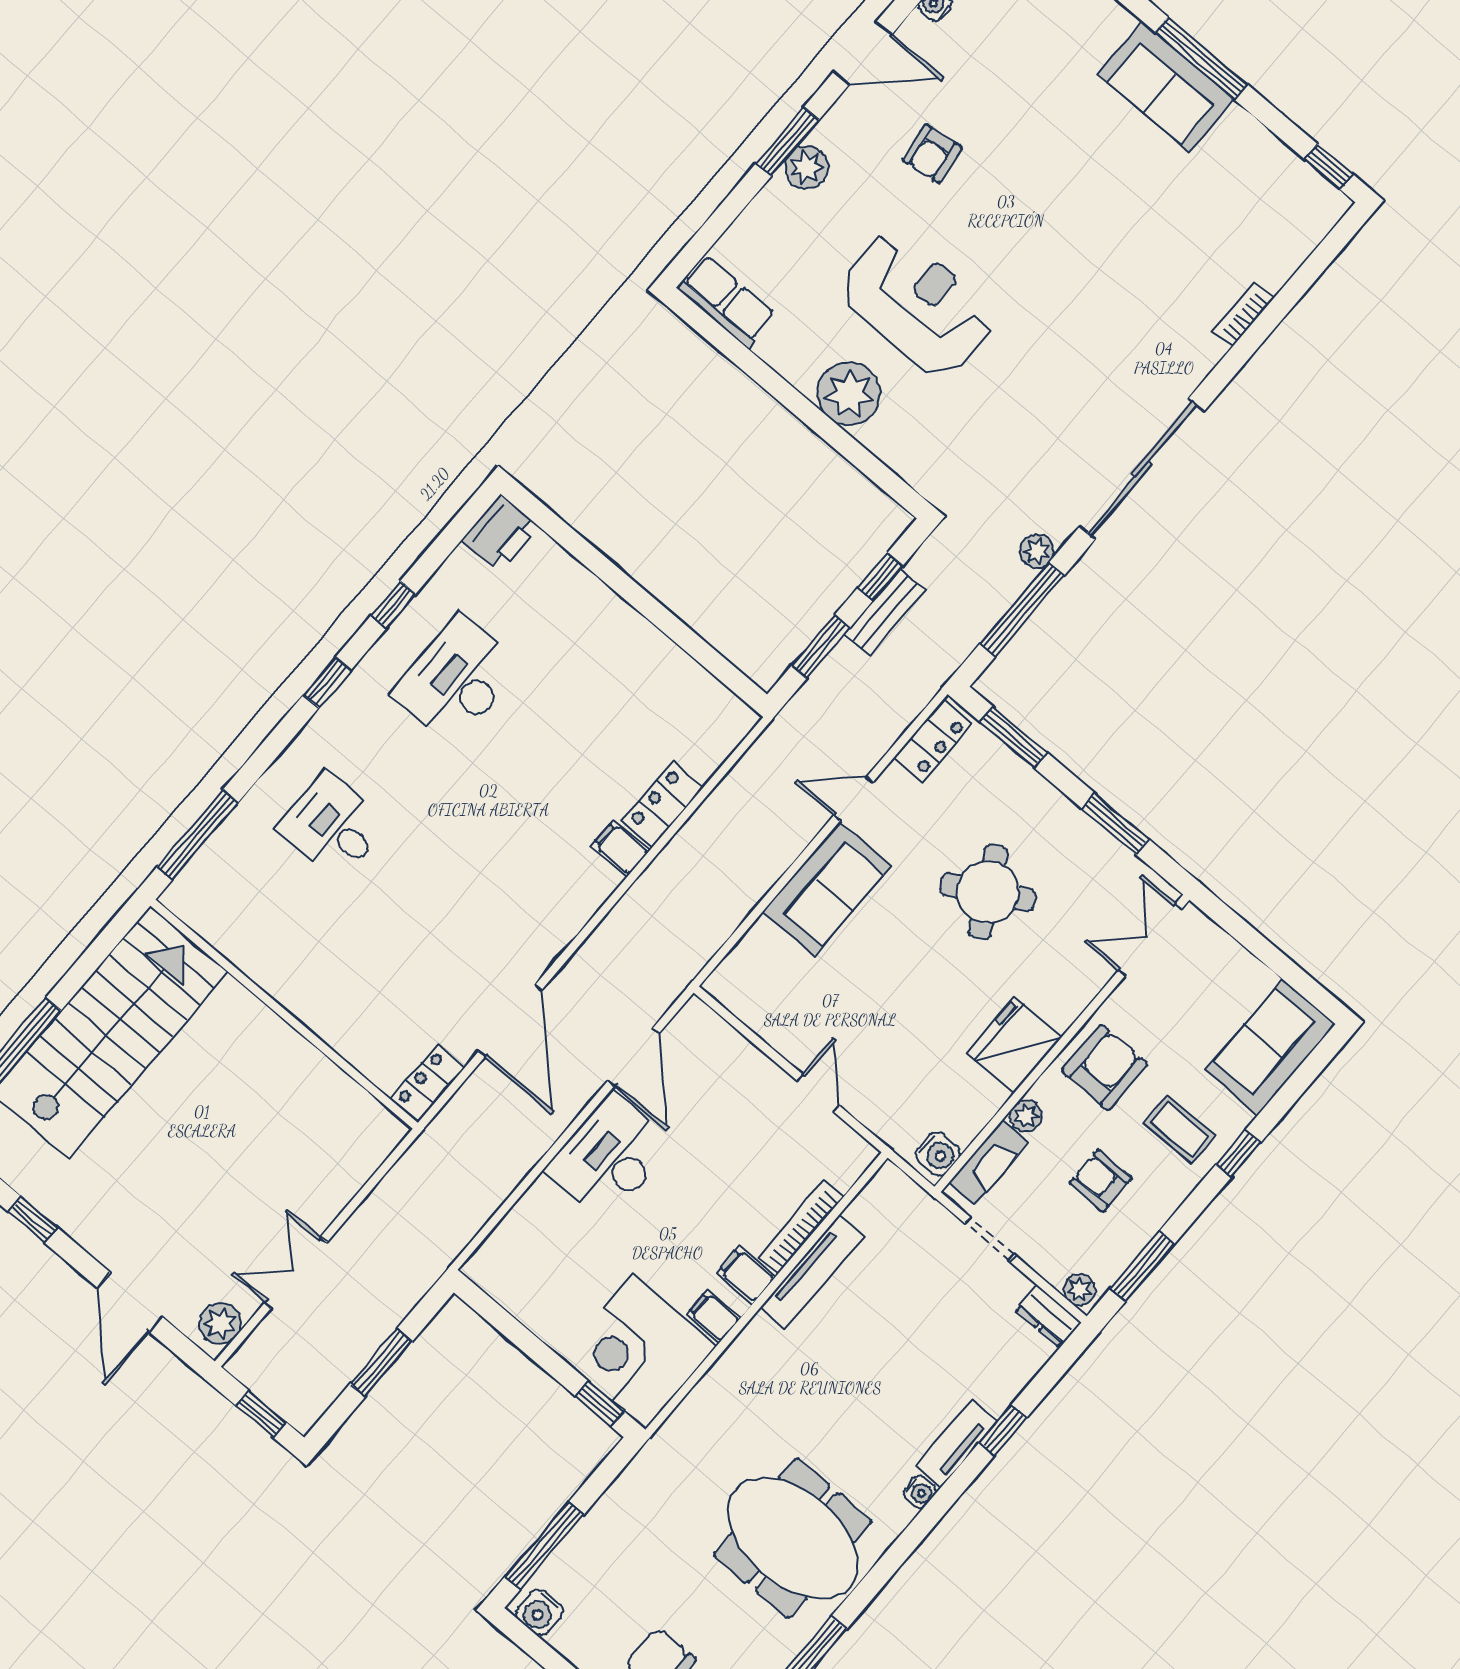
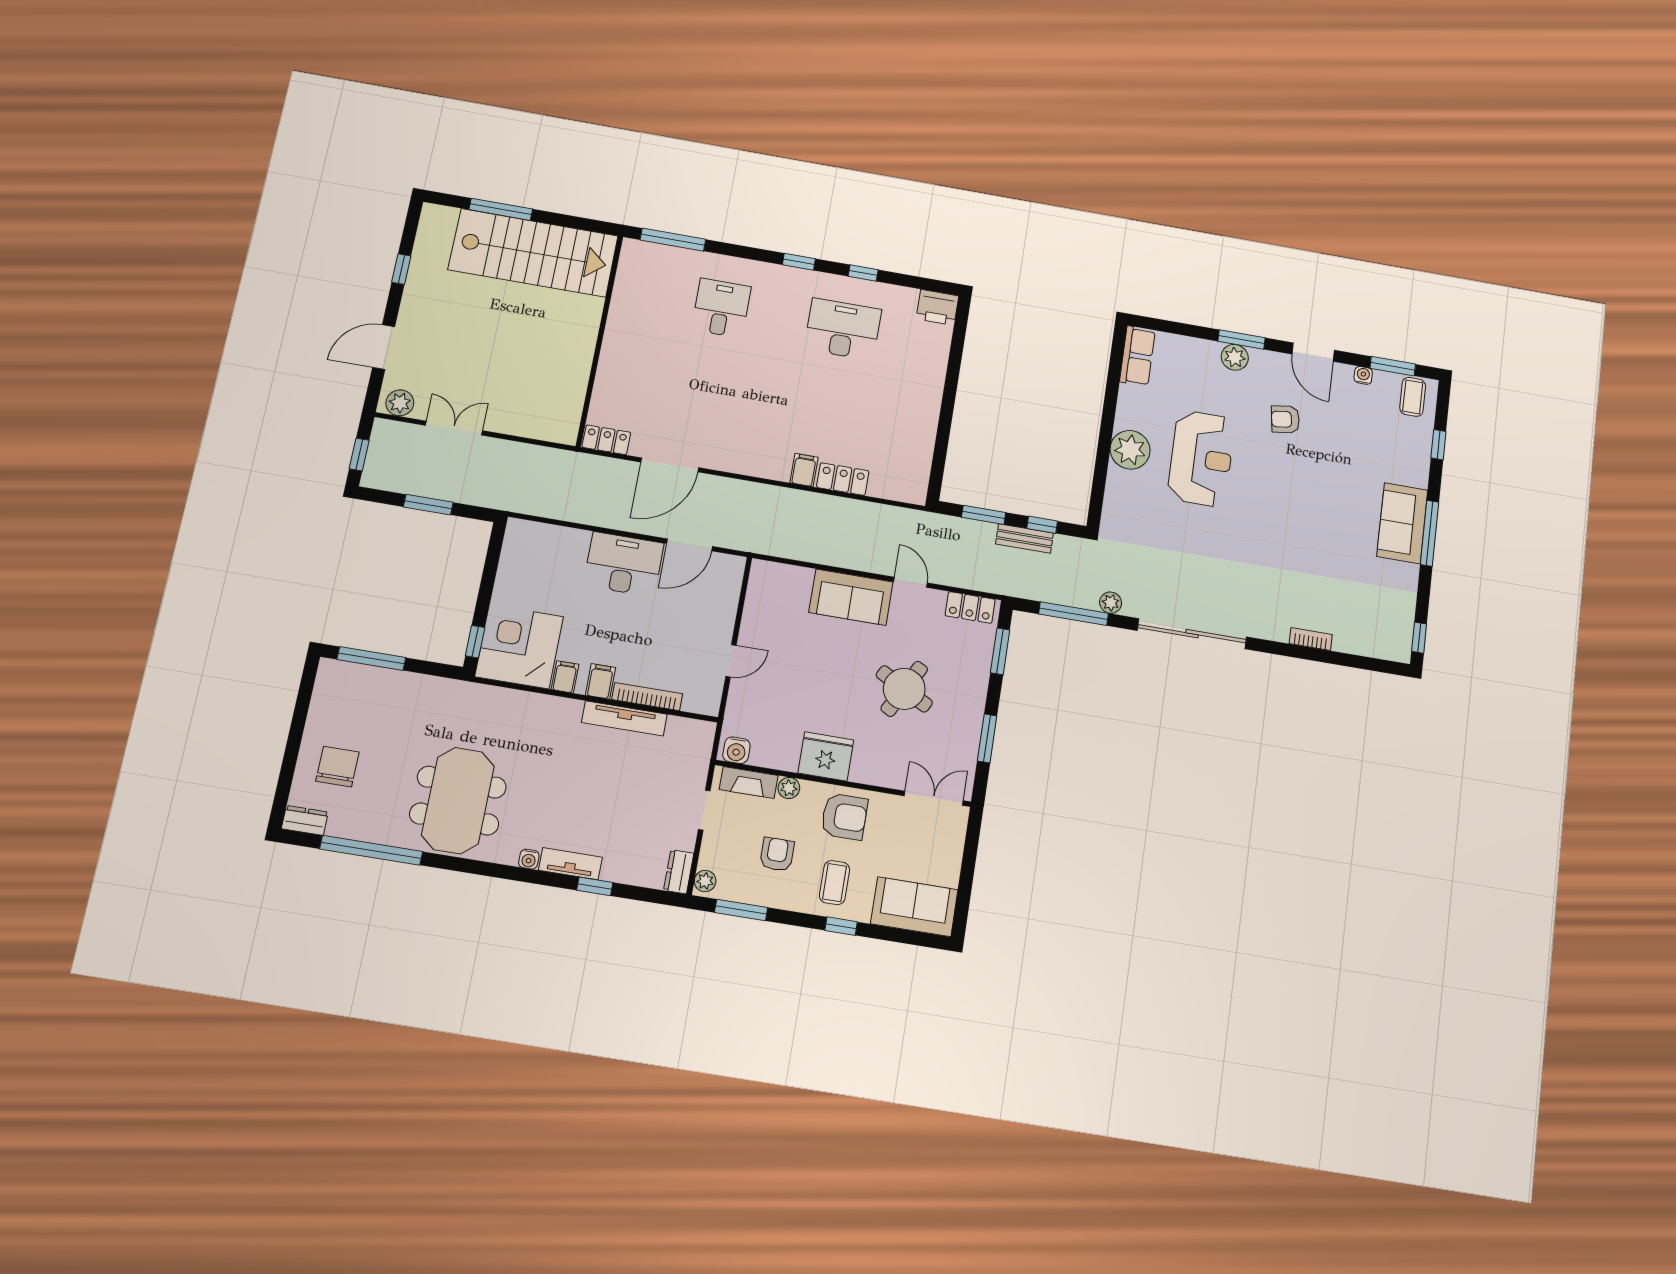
round table: (988, 892) -> (904, 689), turned -33
water cooler: (540, 1612) -> (329, 679), removed

